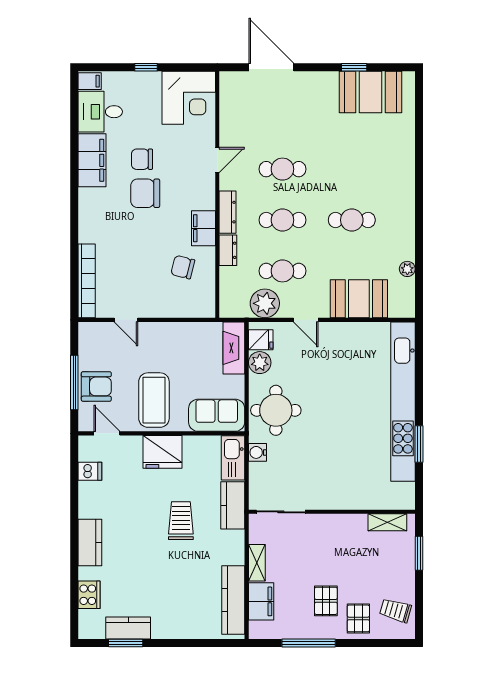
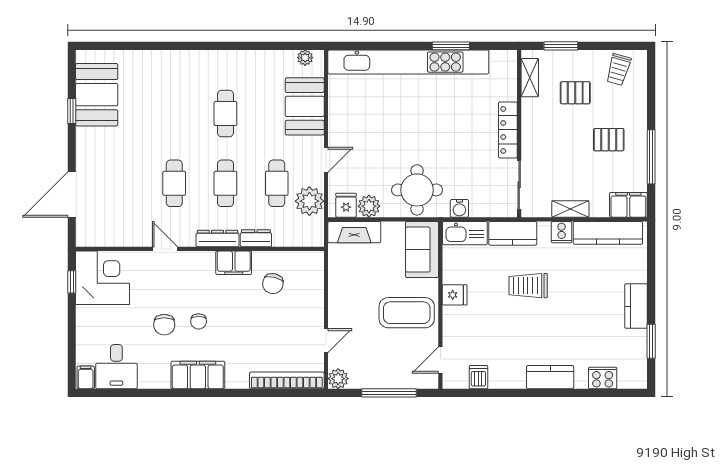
window: (146, 67) -> (72, 282), moved
filing cabinet: (92, 160) -> (198, 375), moved
chair: (145, 193) -> (199, 321), width x0.54, depth x0.54
plant: (407, 269) -> (305, 58), moved
plant: (88, 332) -> (338, 379), added
armchair: (96, 386) -> (393, 371), removed
fridge: (163, 452) -> (455, 295), width x0.53, depth x0.75
locker: (335, 501) -> (508, 130), added
cooker: (234, 554) -> (562, 232), added
filing cabinet: (261, 601) -> (628, 205), moved
pallet: (358, 618) -> (575, 93), moved
kitchen counter: (128, 628) -> (636, 306), moved

